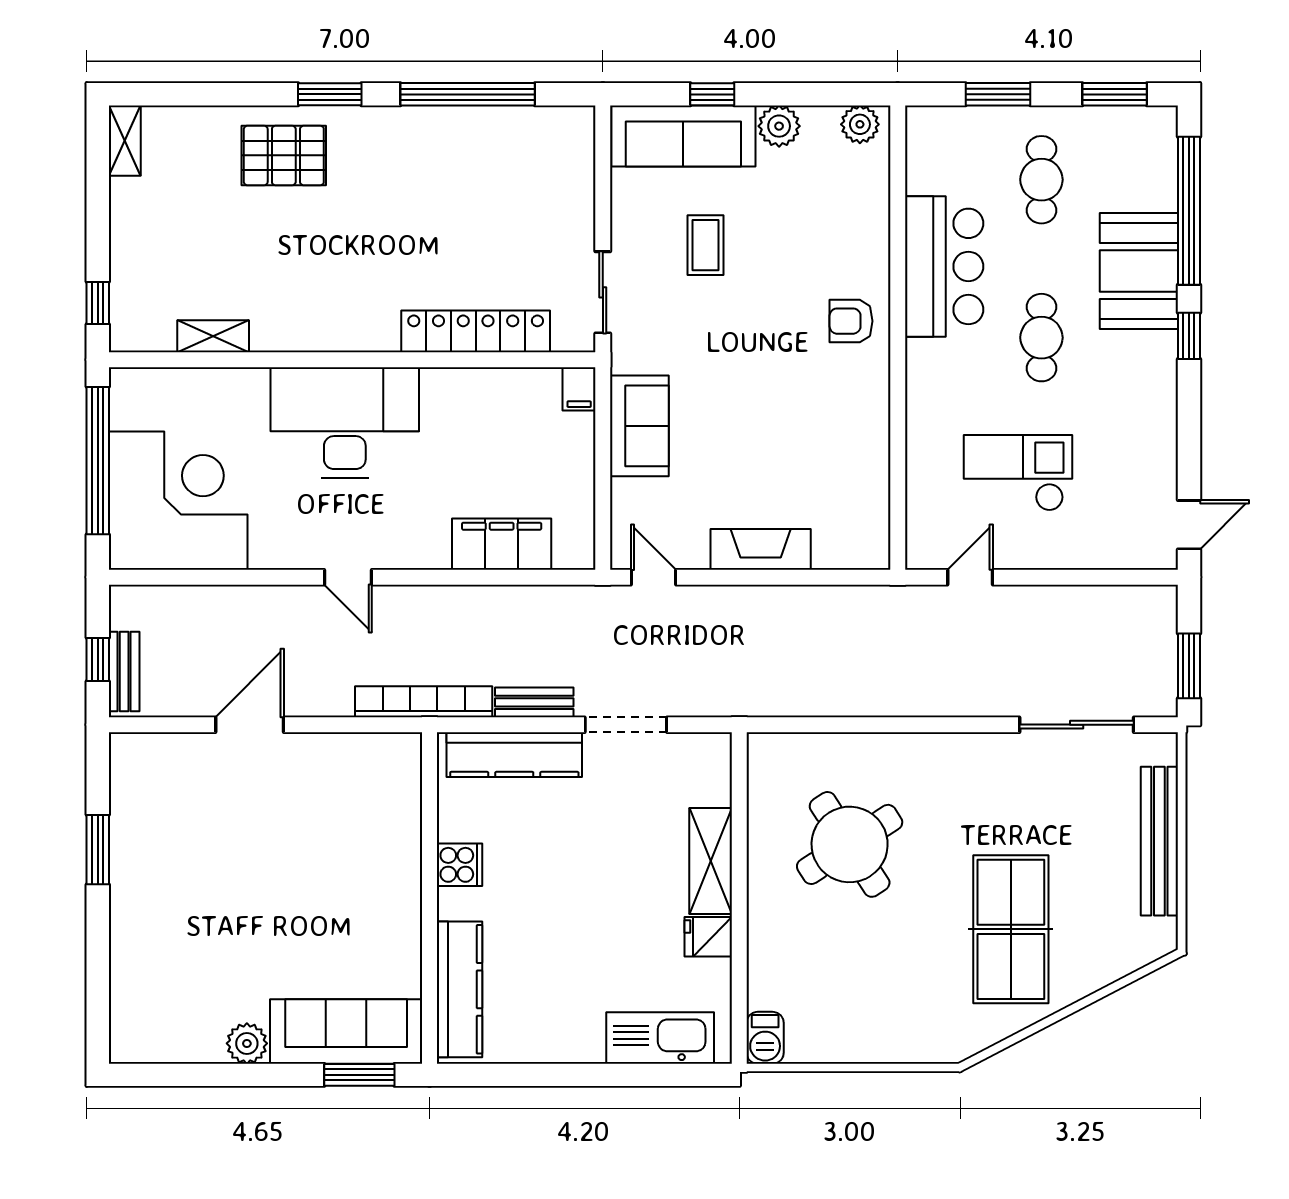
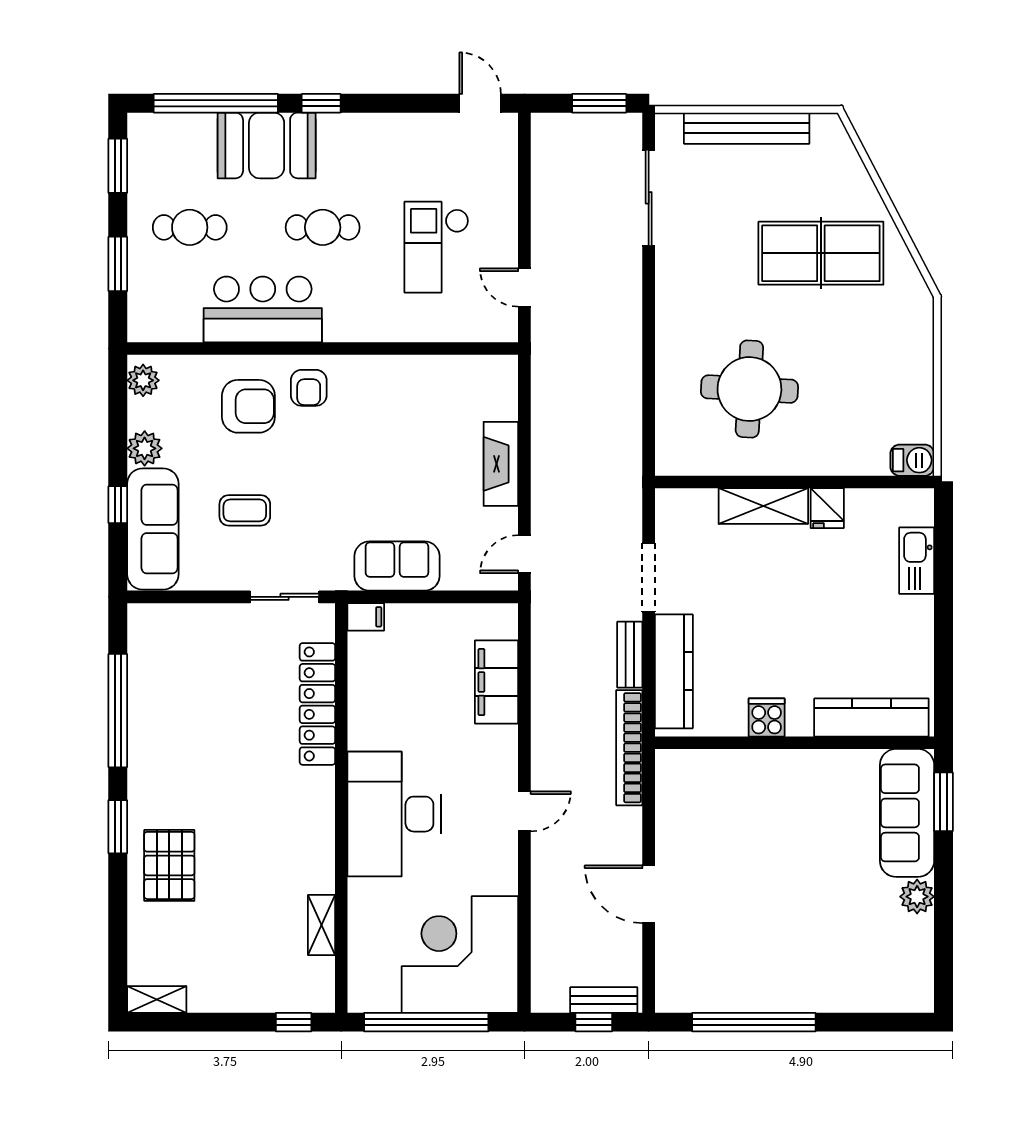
armchair: (829, 249) -> (248, 406), added
round table: (850, 844) -> (749, 389), turned 36
window: (98, 850) -> (754, 1022), width x2.11
kitchen sink: (660, 1038) -> (917, 561), width x0.73, depth x0.81

